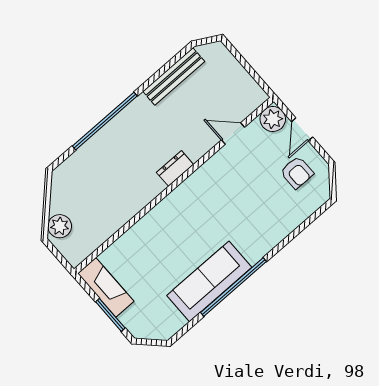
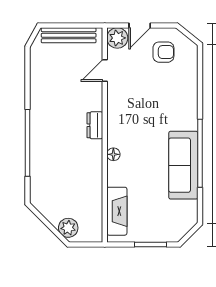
bench: (174, 76) -> (69, 35), moved, turned 90
door: (302, 129) -> (140, 25), hinge flipped
floor lamp: (163, 209) -> (113, 154), added
fireplace: (106, 287) -> (117, 211), moved, turned 90

